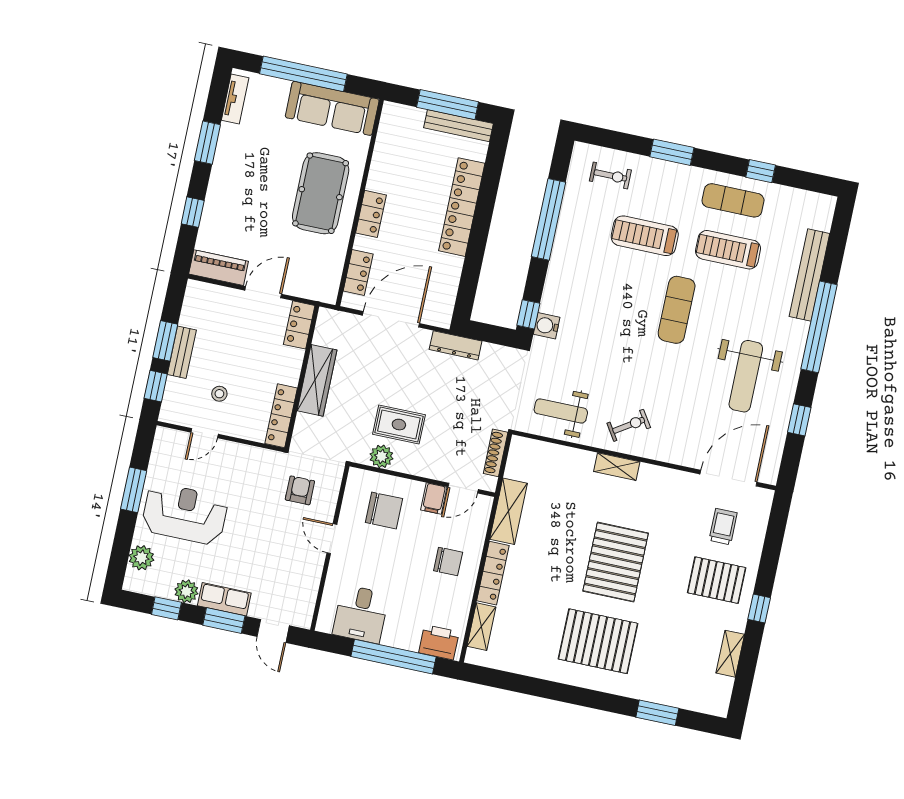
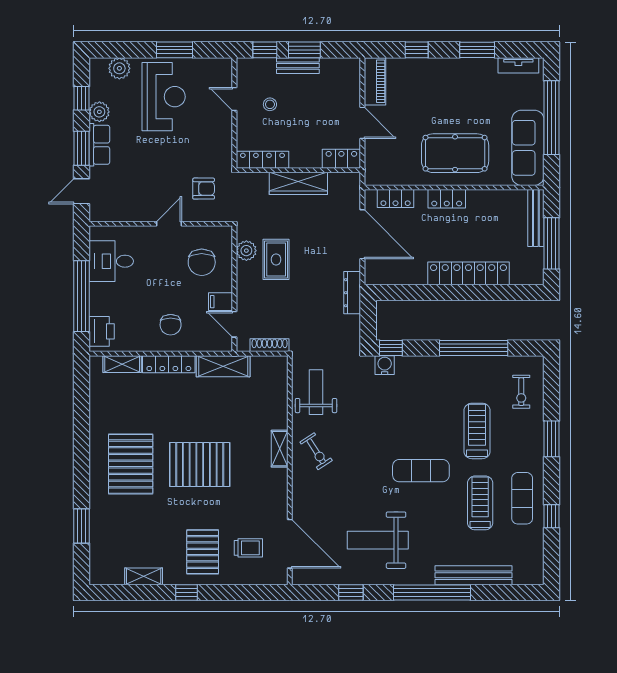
bench: (458, 126) -> (536, 218), moved

